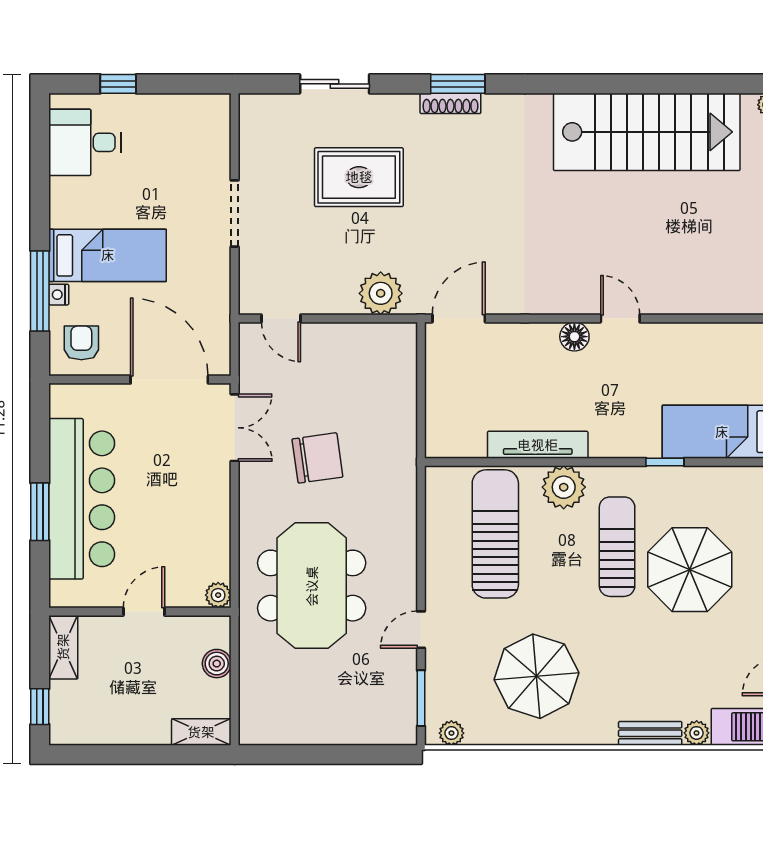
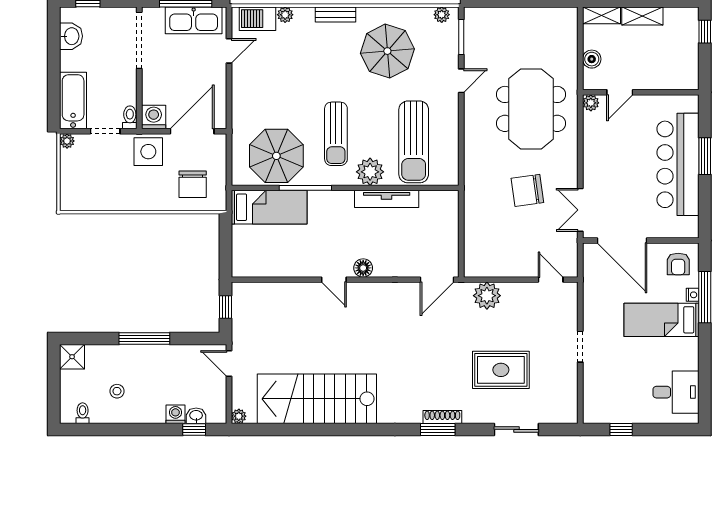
window: (118, 84) -> (621, 429), moved
doorway: (235, 213) -> (580, 347), width x0.73
window: (665, 462) -> (305, 188), width x2.17
parasol: (690, 570) -> (276, 156), moved
door: (144, 612) -> (620, 92), moved
shelving: (63, 647) -> (642, 16), moved, turned 90
bench: (650, 733) -> (336, 15), moved

